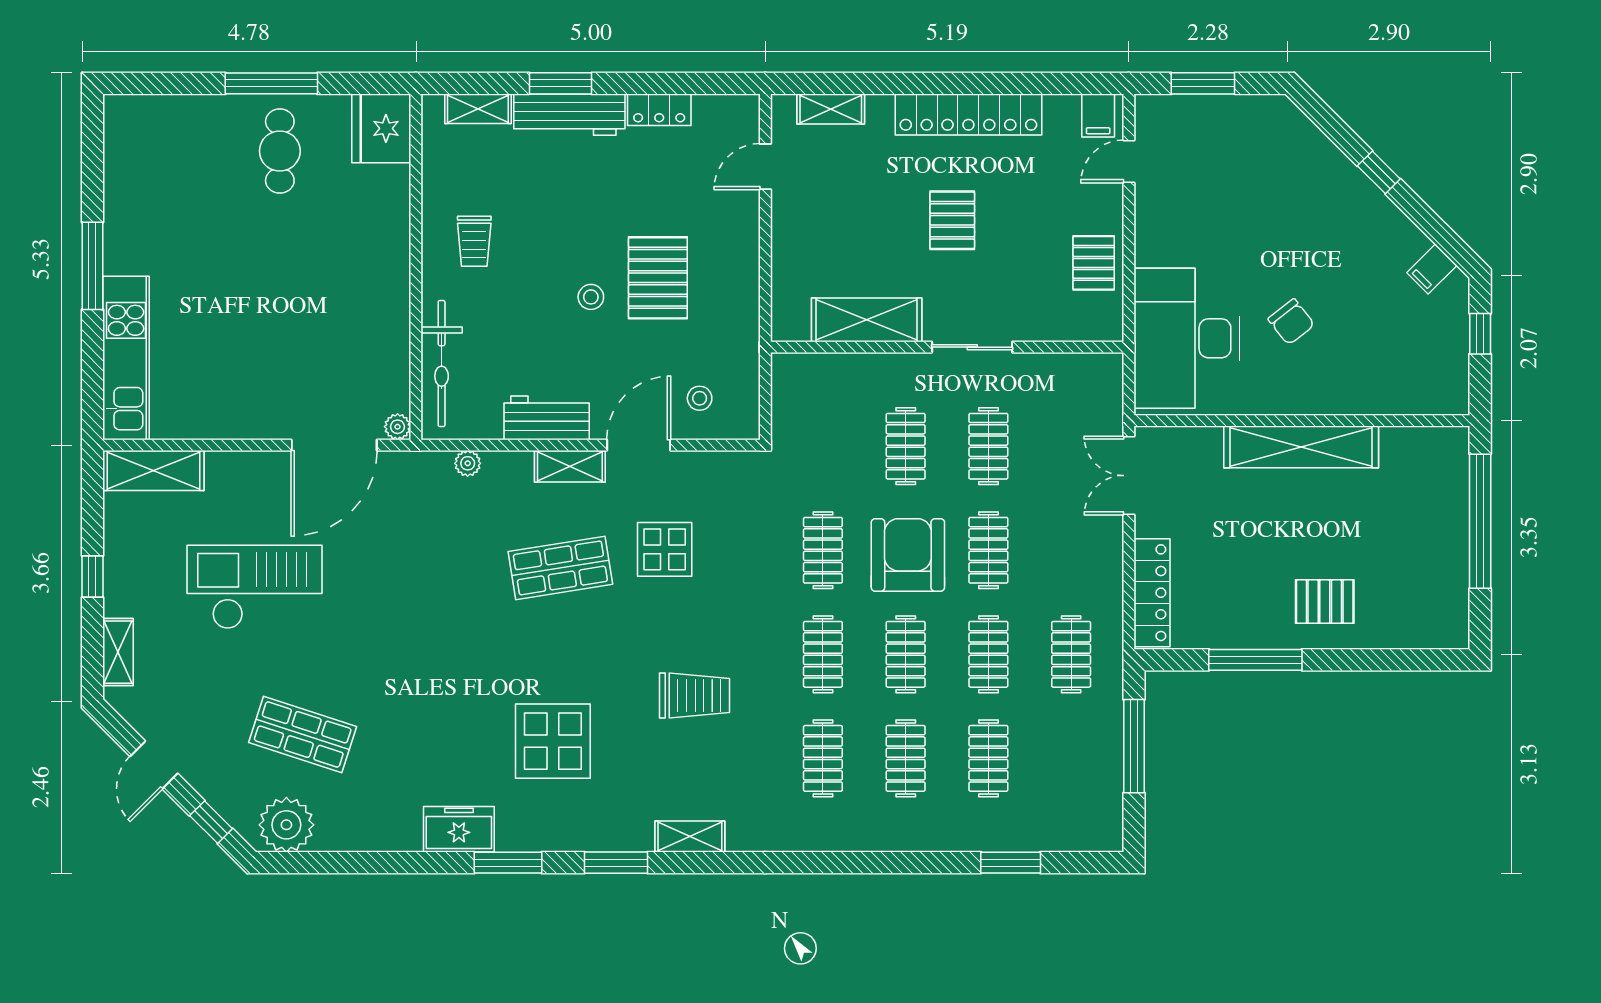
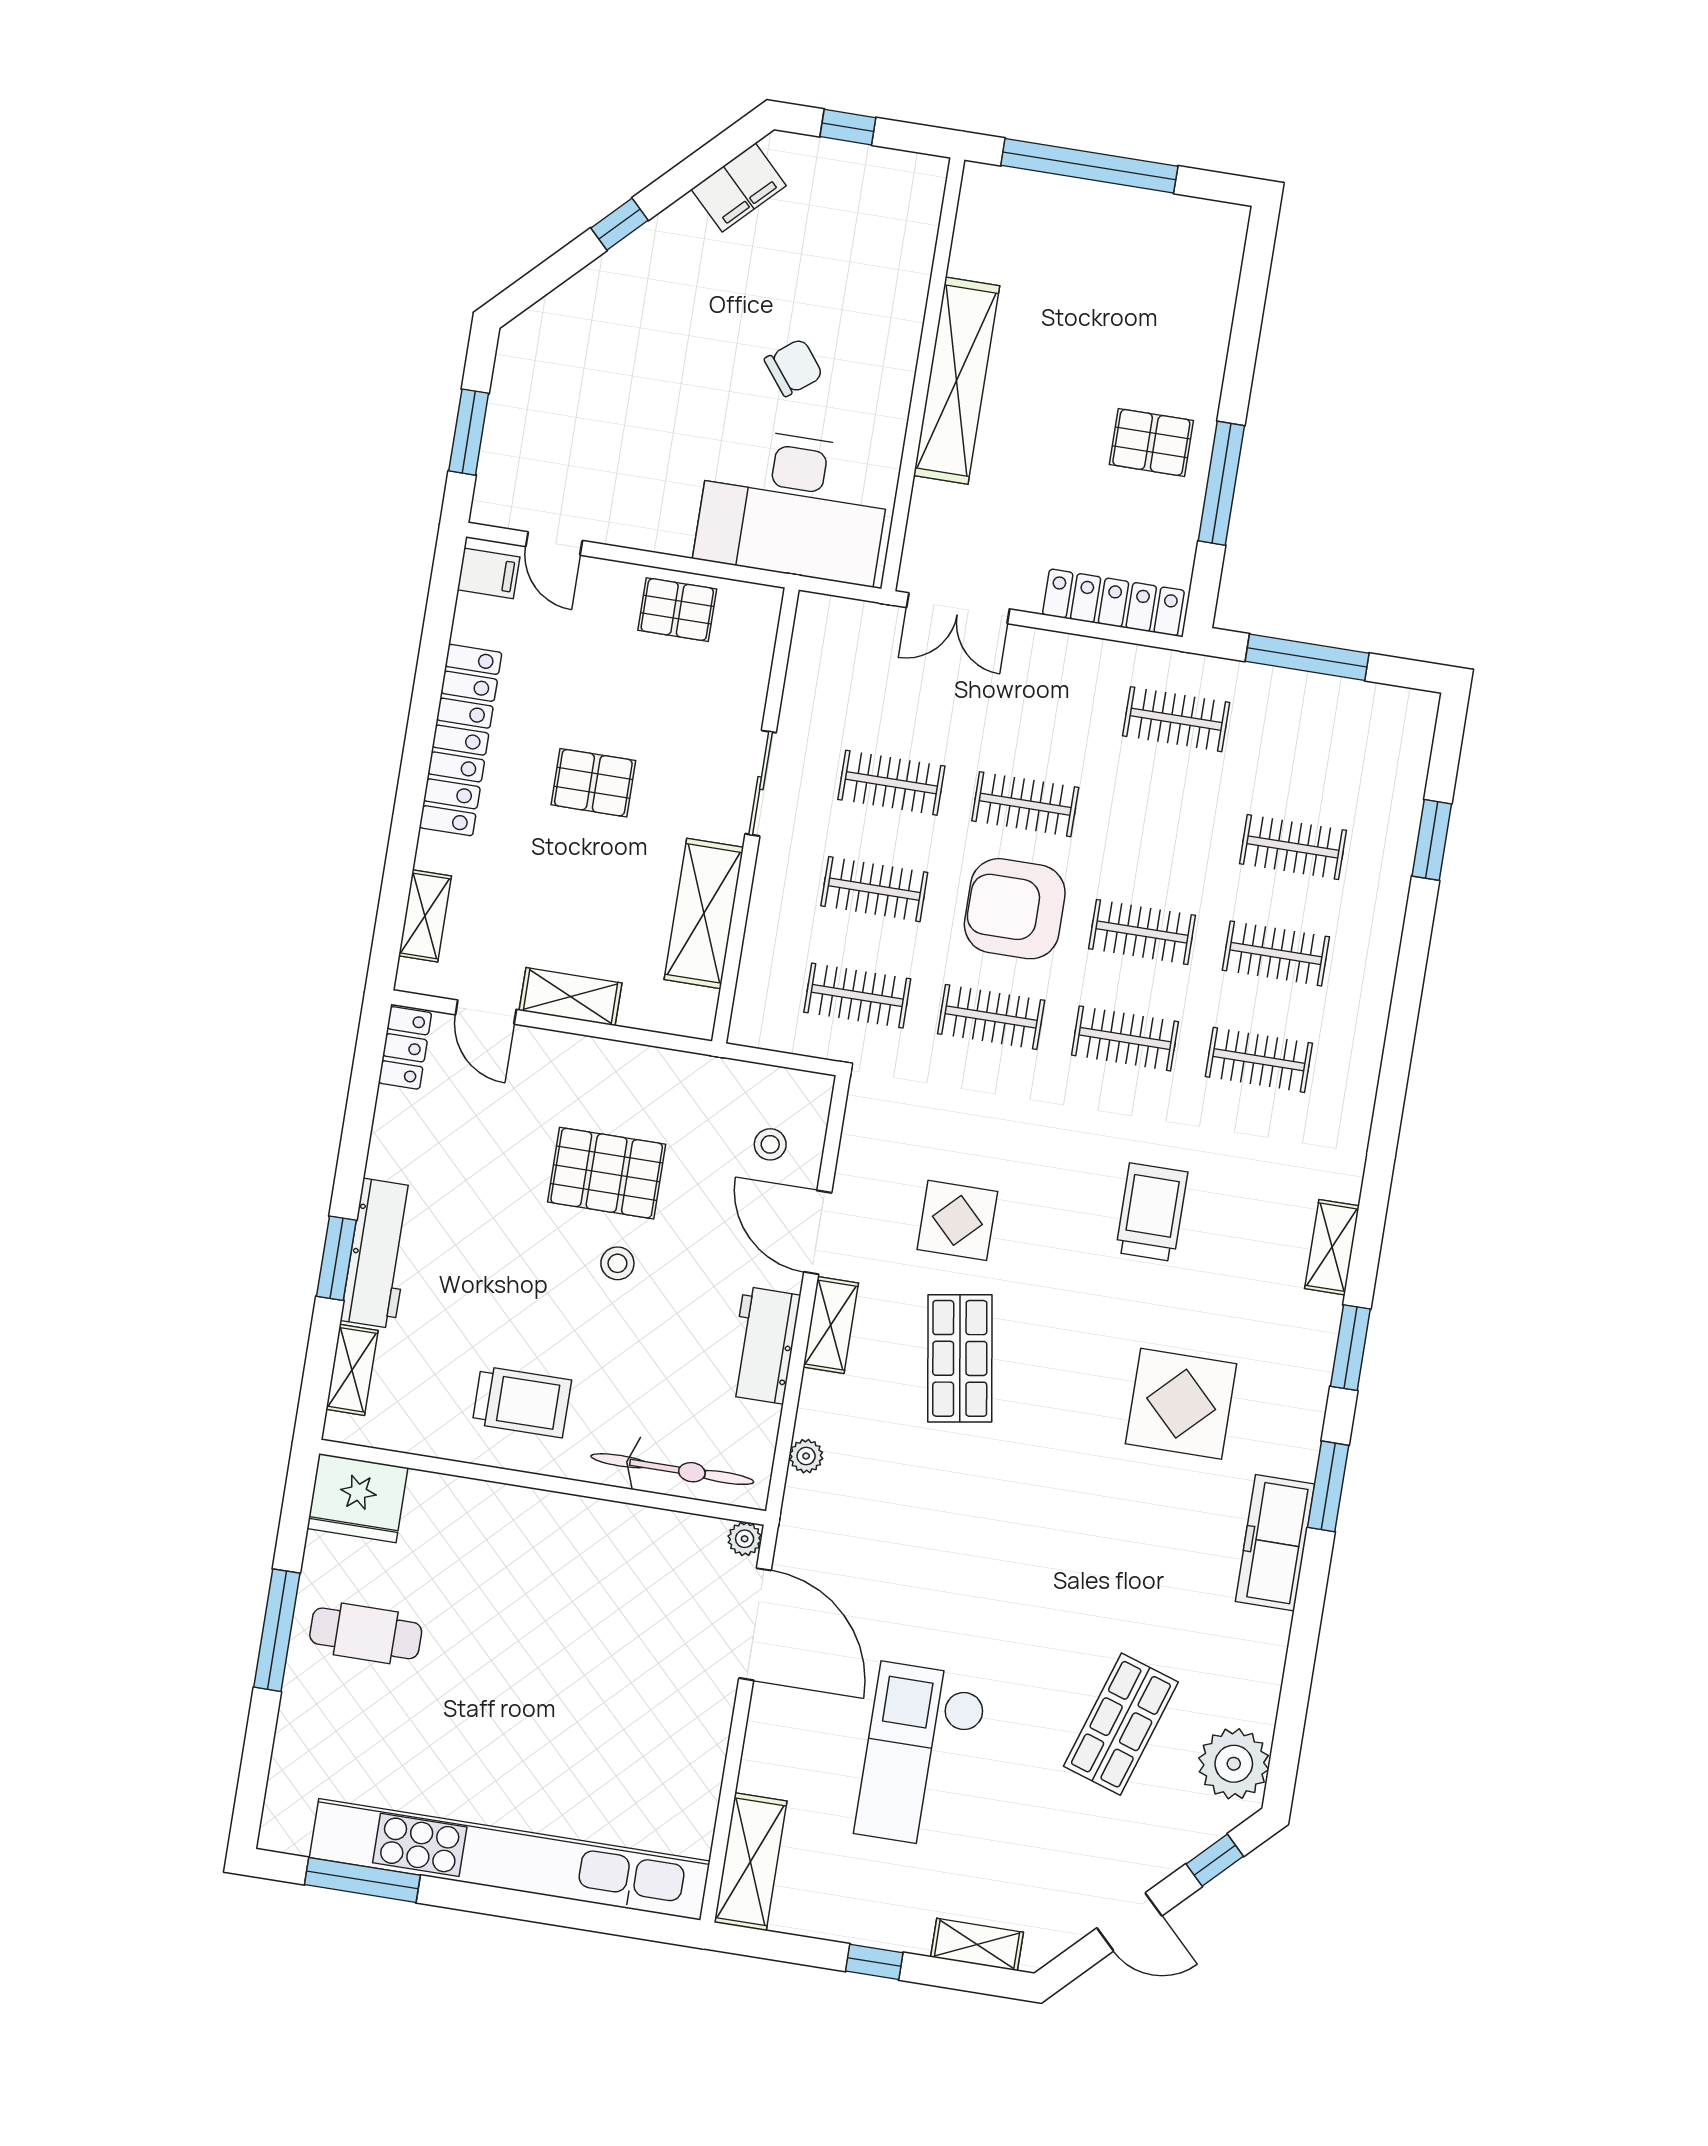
locker: (659, 110) -> (405, 1048), moved
shelving: (787, 229) -> (571, 997), added
trolley: (474, 241) -> (522, 1402), width x1.36, depth x1.39
window: (92, 266) -> (362, 1880), moved
filing cabinet: (1432, 269) -> (739, 187), width x2.00
kitchen unit: (126, 358) -> (510, 1859), width x1.86
pallet: (1325, 602) -> (1151, 442), moved, turned 90
clothes rail: (988, 654) -> (857, 996), moved
freezer: (459, 829) -> (1275, 1543), width x1.40

